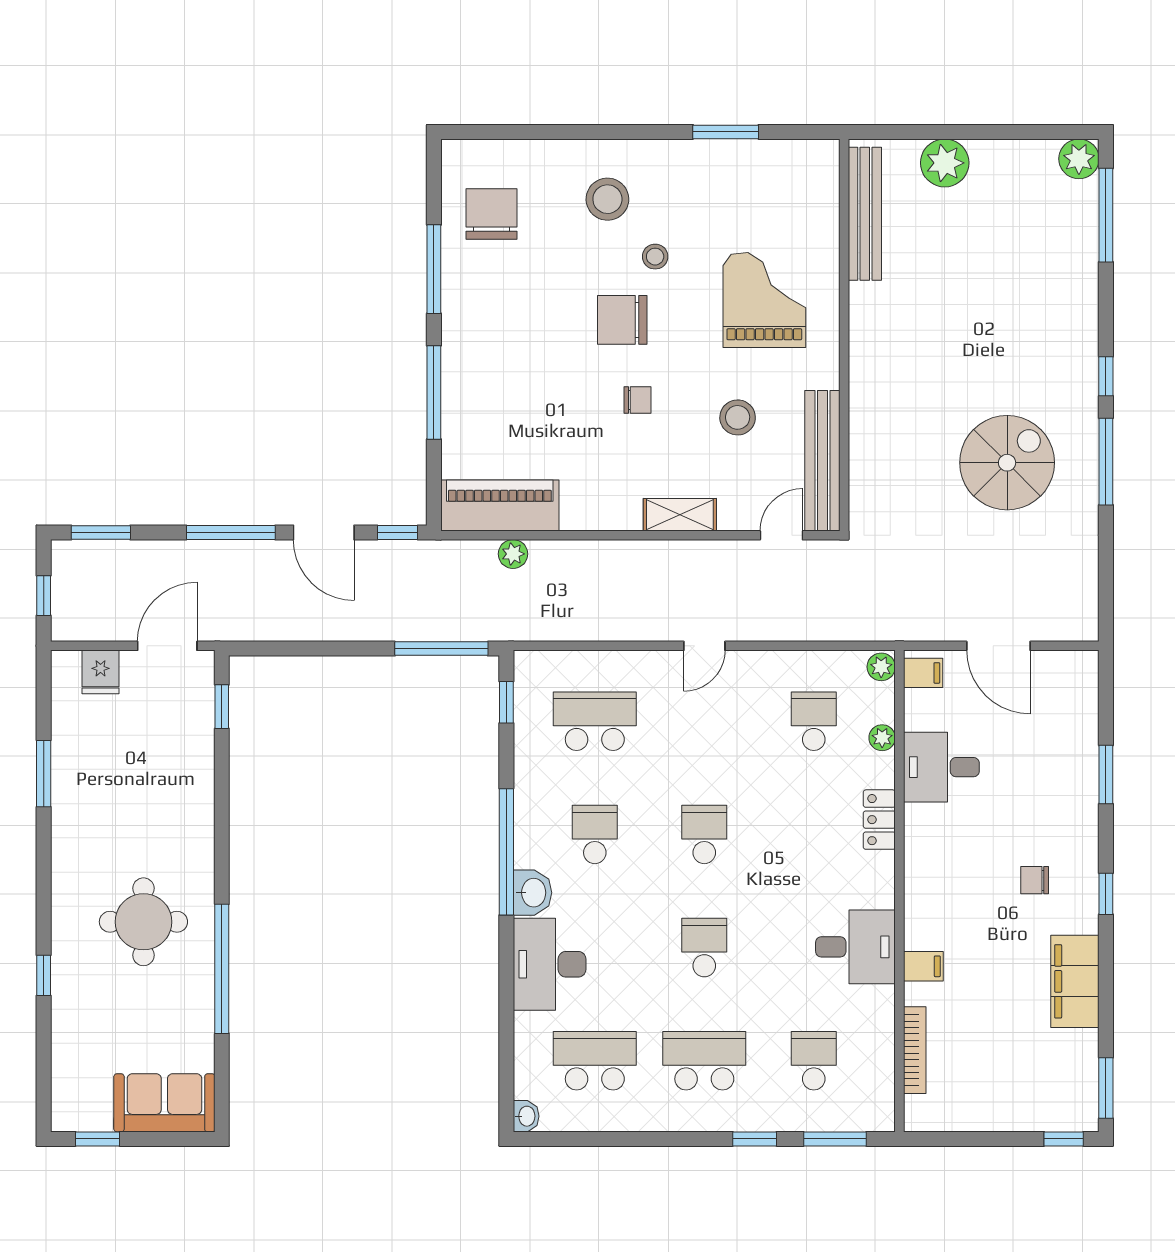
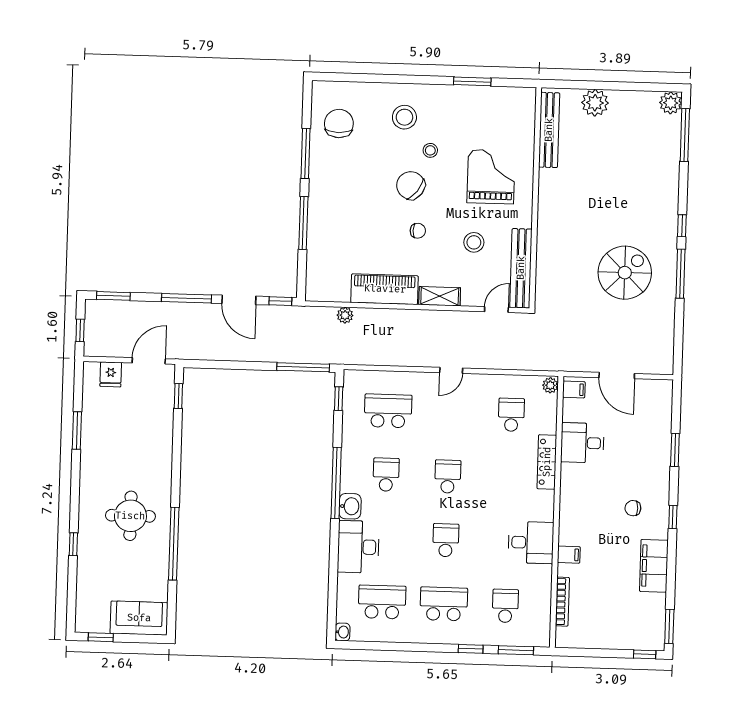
chair: (622, 320) -> (411, 185), turned 37
piano: (500, 505) -> (385, 289), moved
plant: (882, 738) -> (550, 425), removed
locker: (879, 820) -> (547, 462), width x1.53

